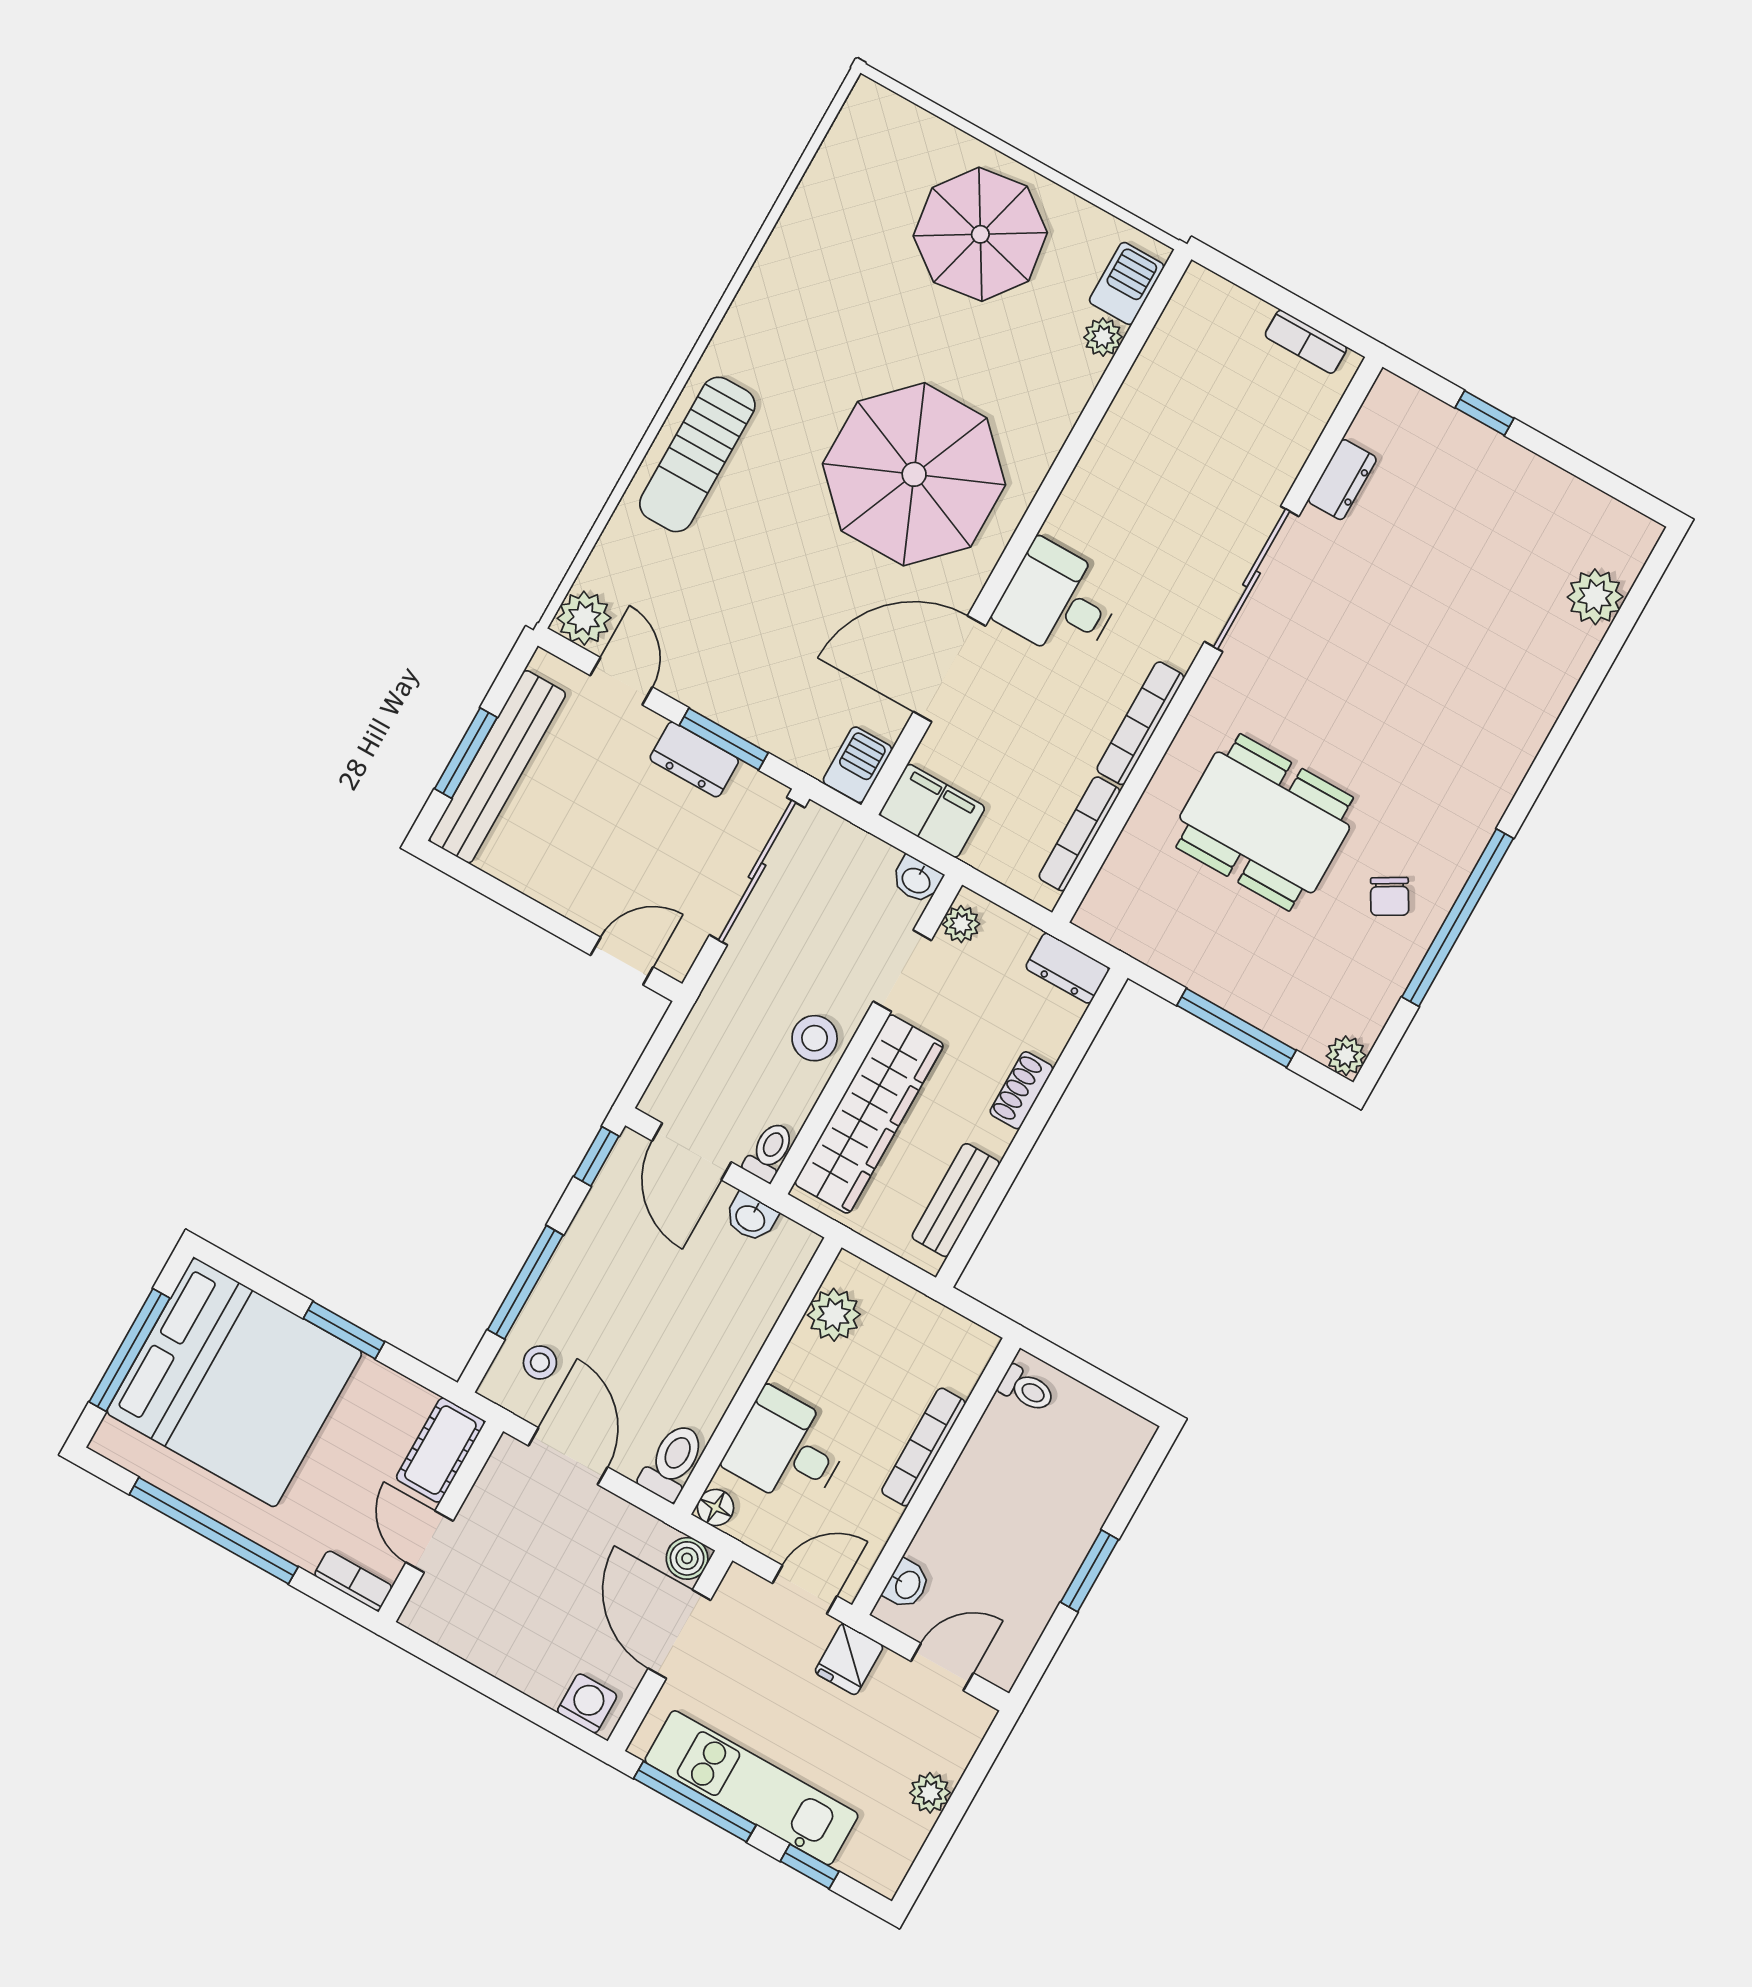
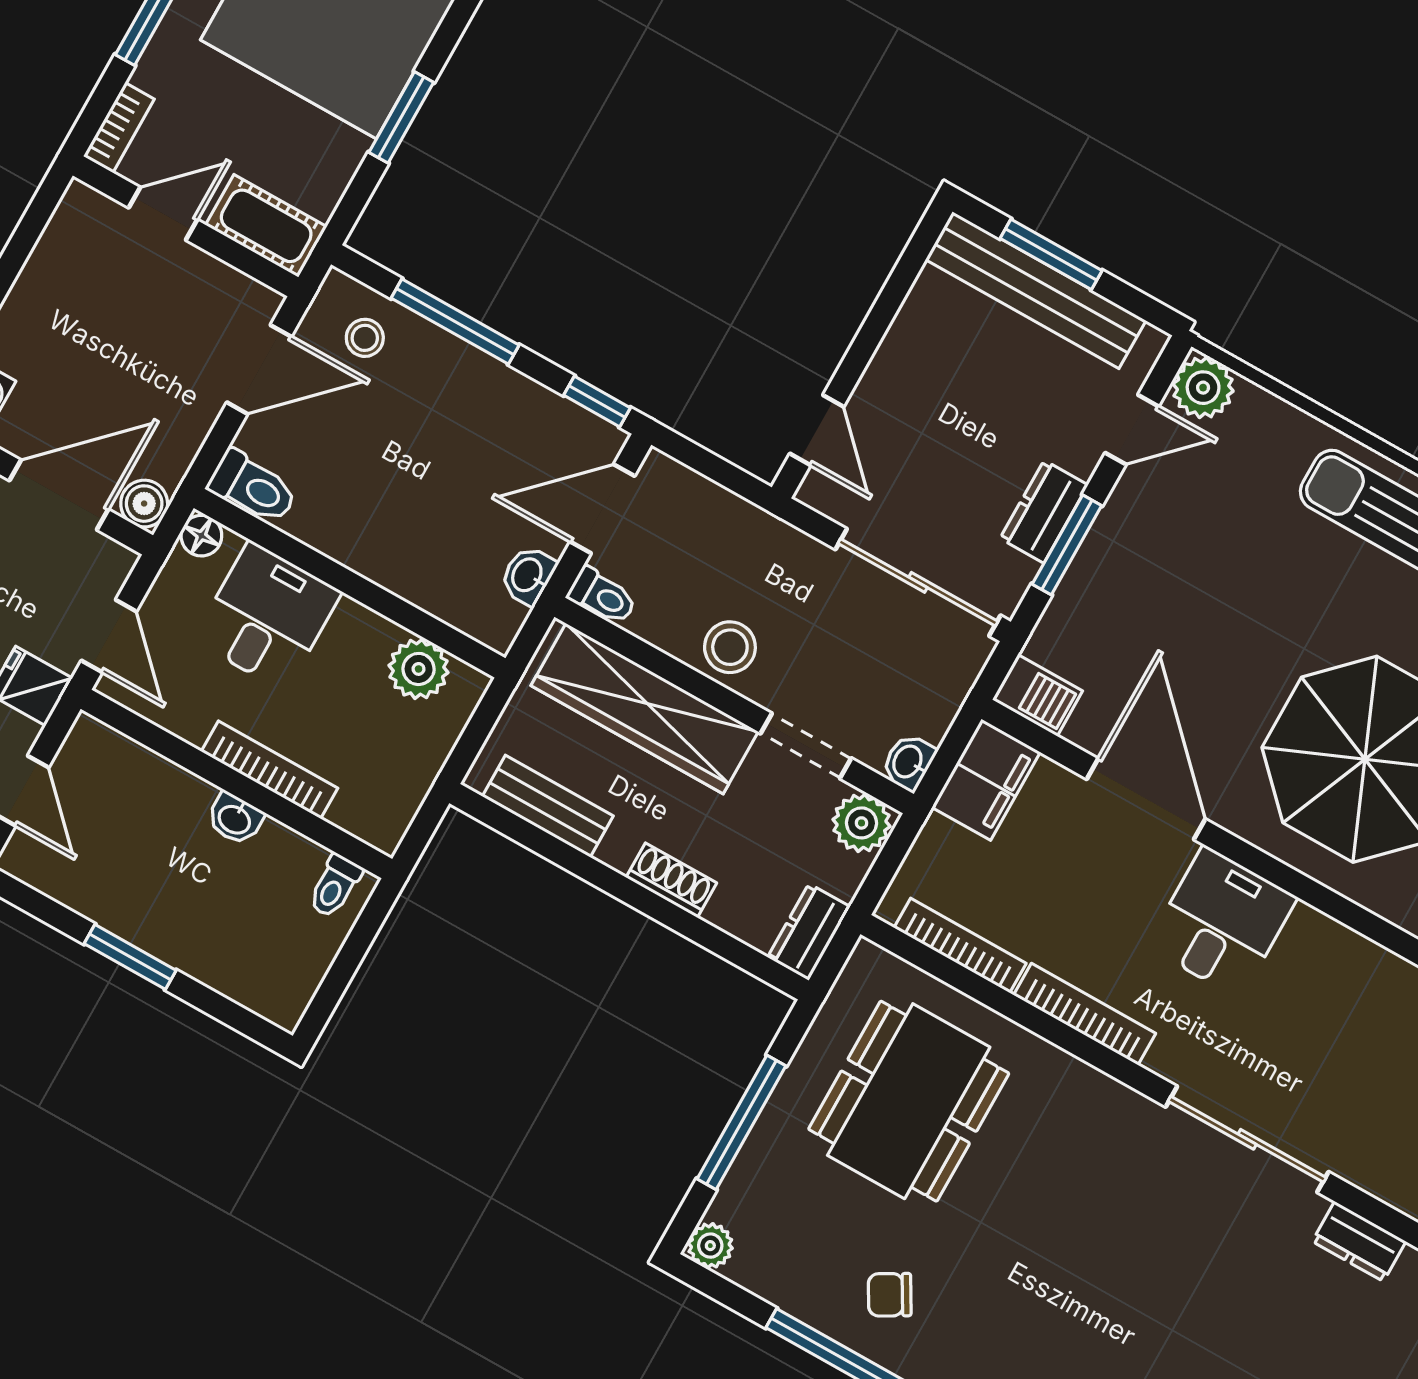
dining table: (1265, 822) -> (909, 1101), moved
plant: (961, 924) -> (861, 823), width x1.38, depth x1.38
washbasin: (907, 1584) -> (235, 819), moved

